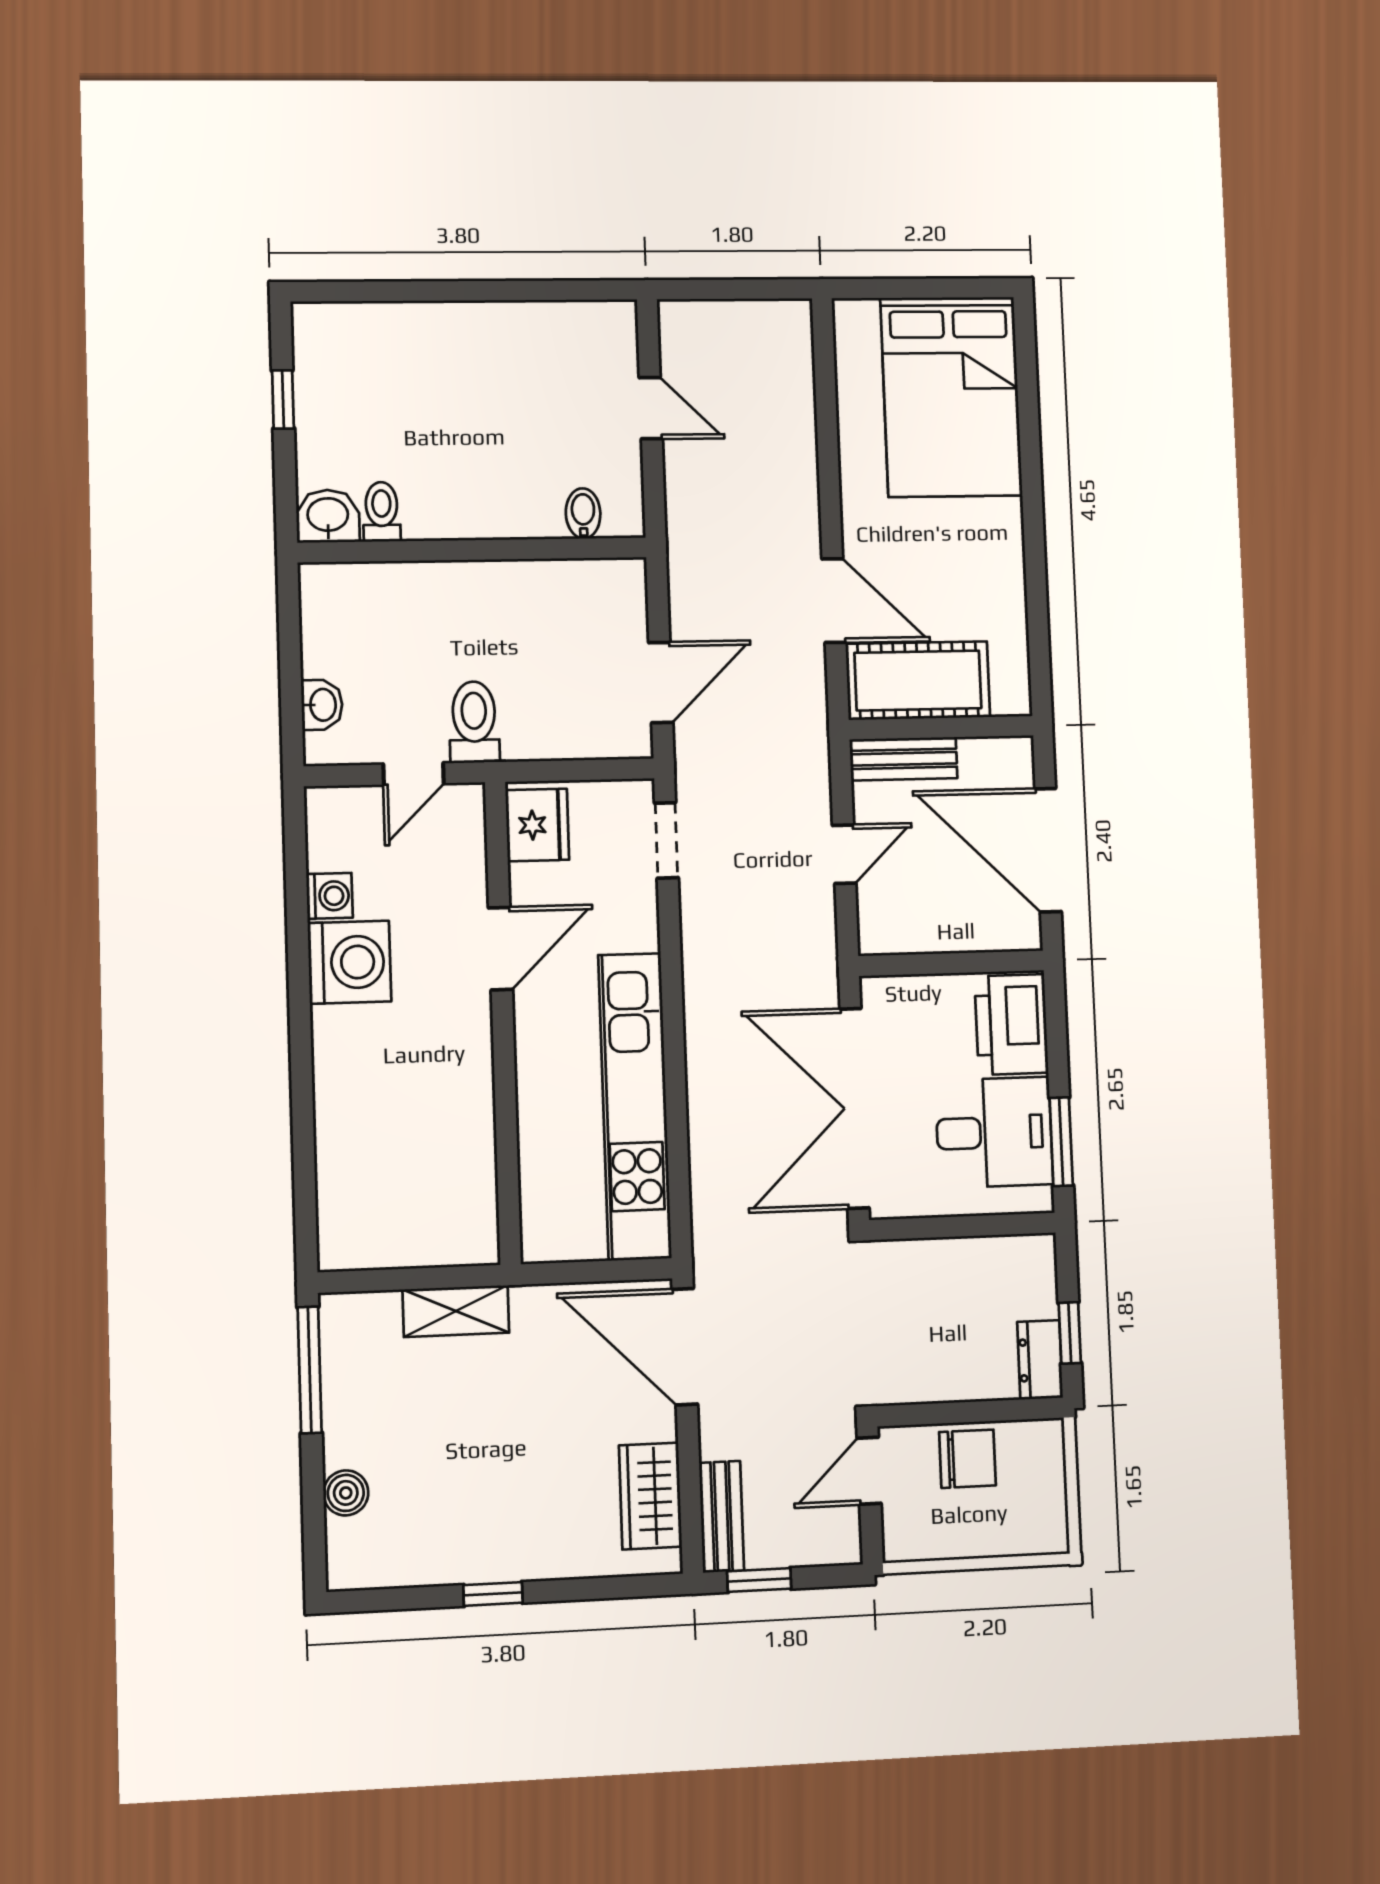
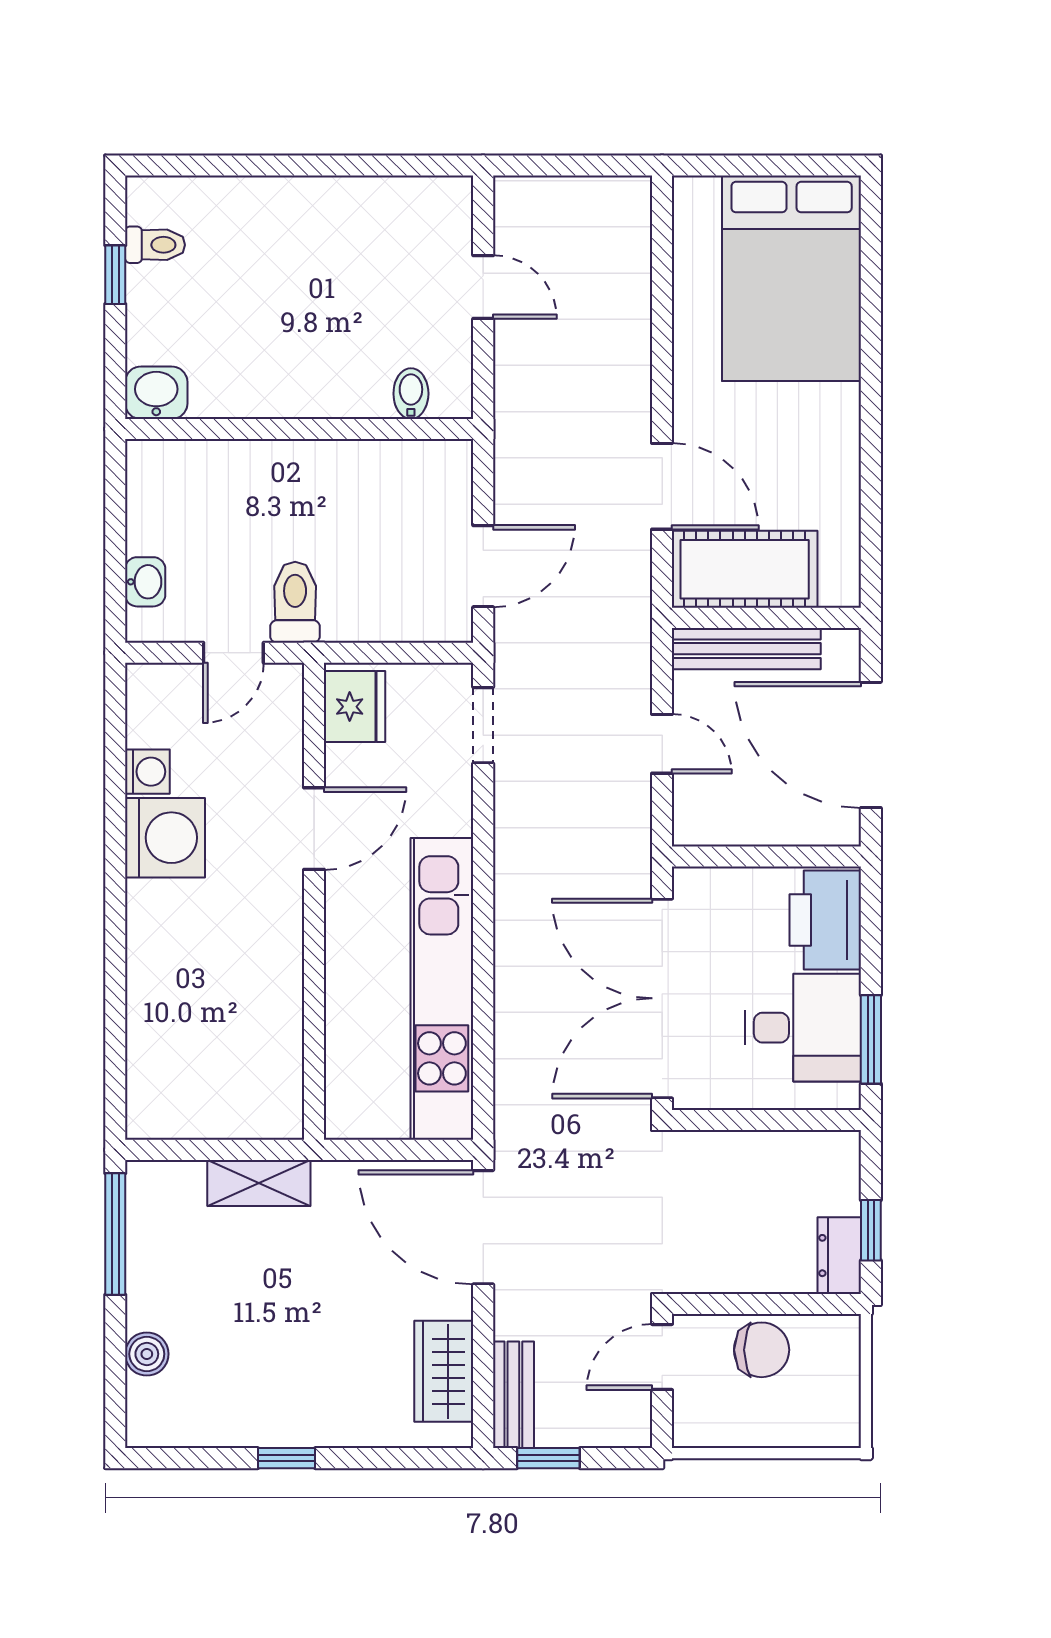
toilet: (382, 512) -> (155, 245), moved, turned 90
bench: (903, 759) -> (746, 649), width x1.36
door: (844, 854) -> (662, 744), hinge flipped

